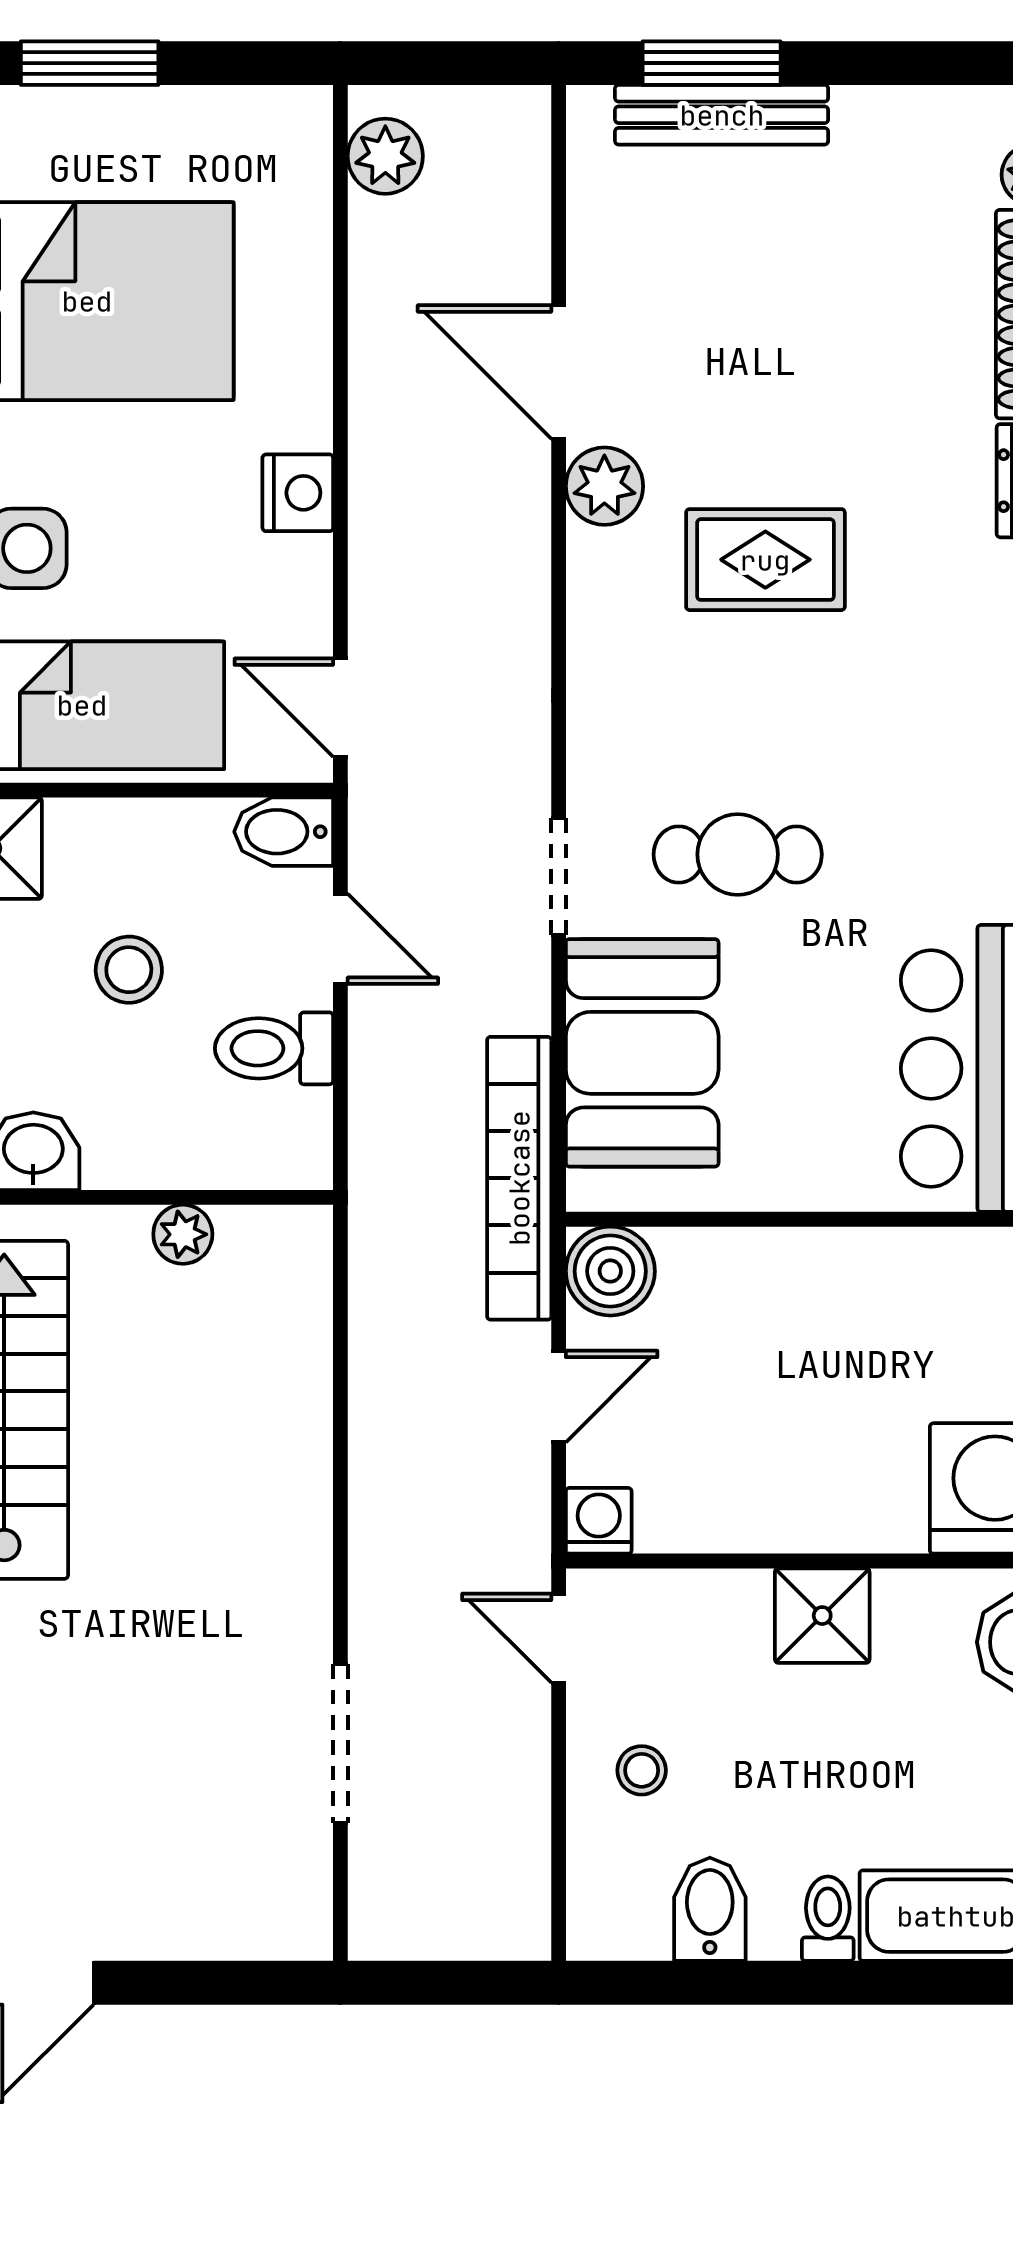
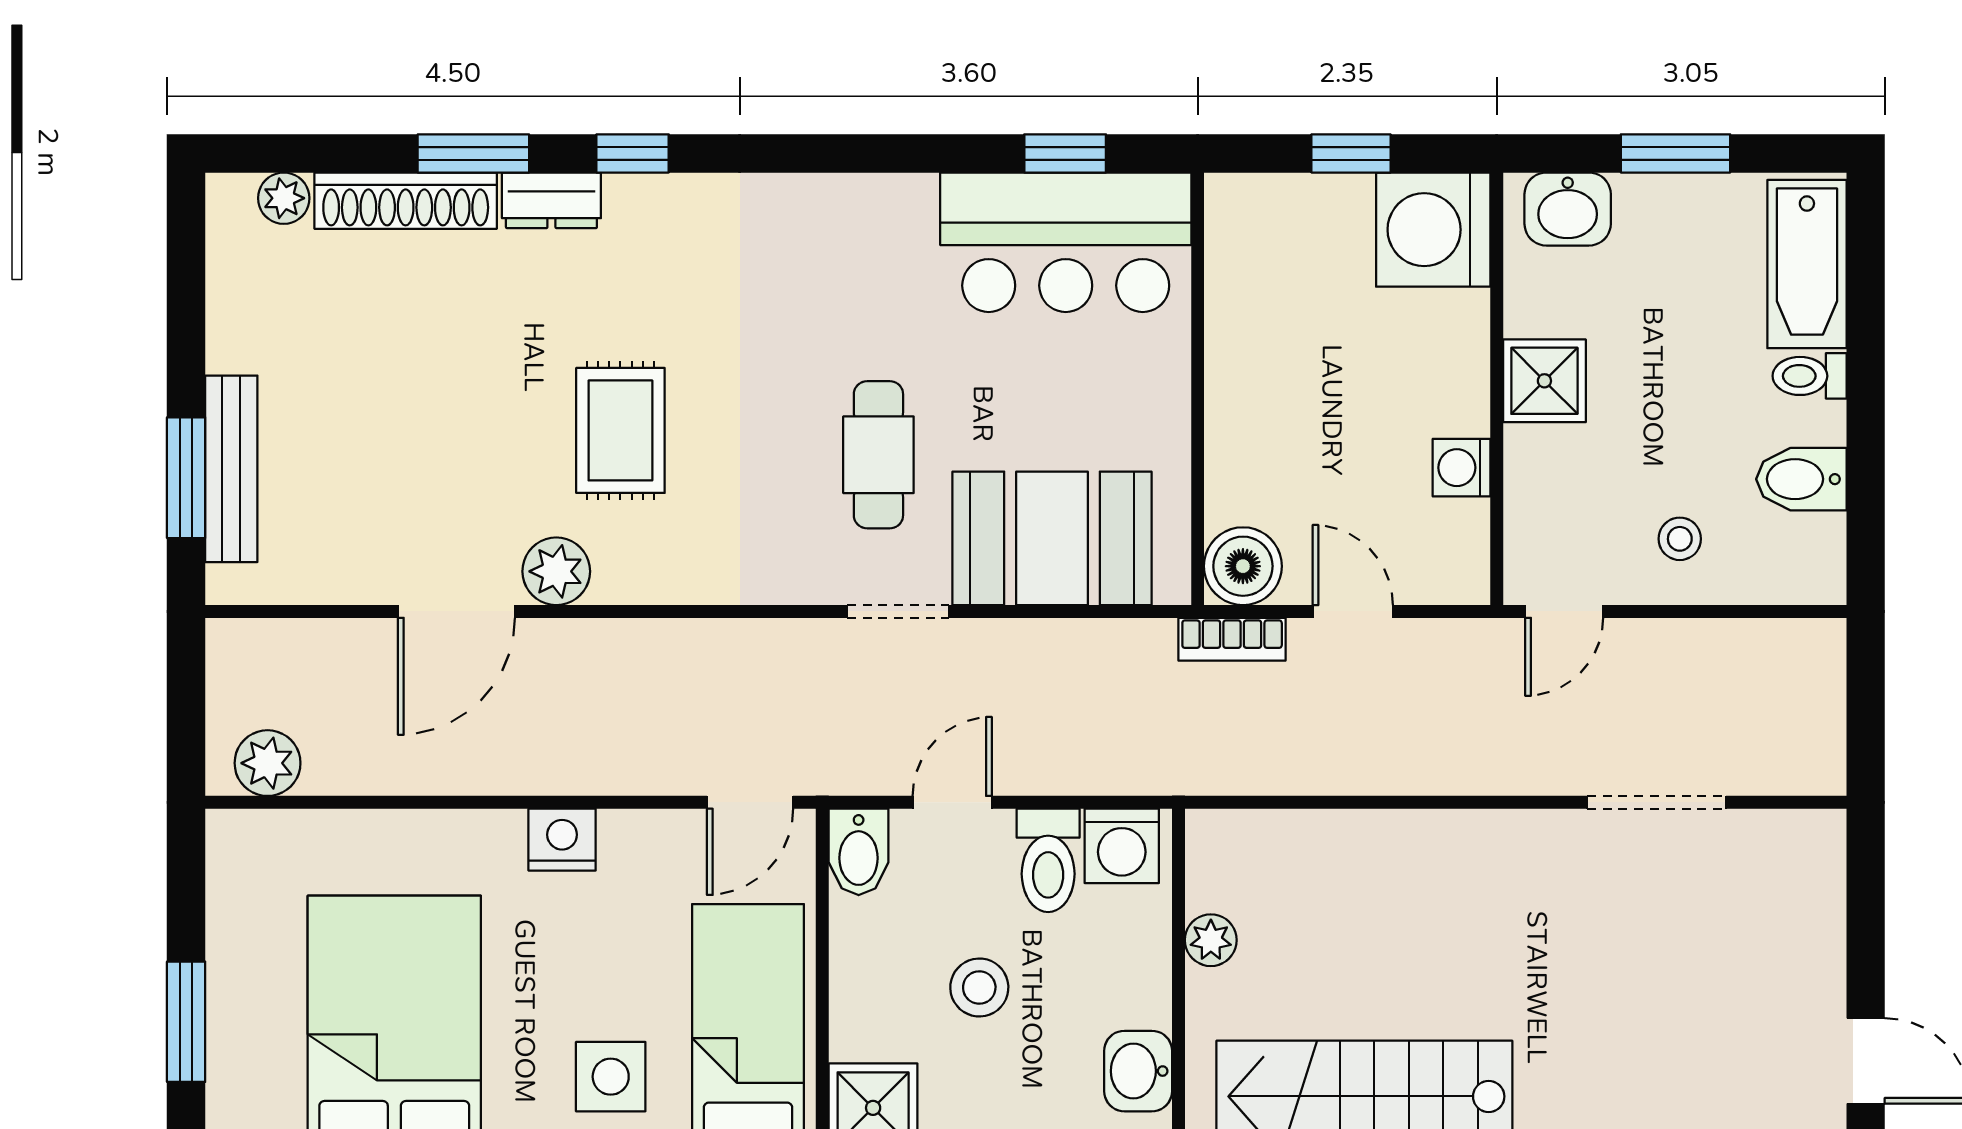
washing machine: (291, 1133) -> (1122, 846), added
bookcase: (519, 1178) -> (1232, 639), width x0.43, depth x0.76
washing machine: (599, 1521) -> (1461, 468), moved

